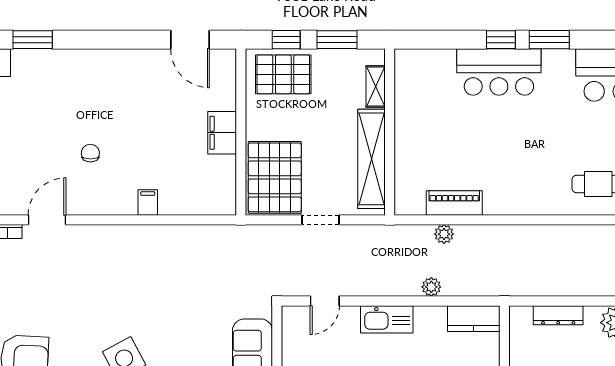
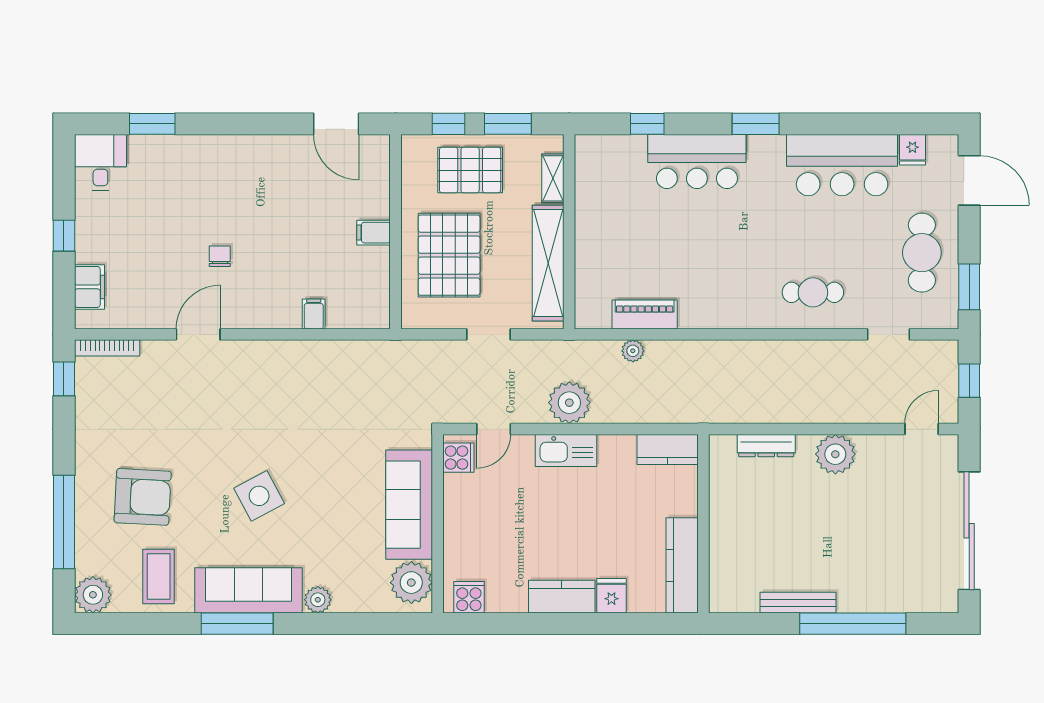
window: (501, 40) -> (647, 124), moved
pallet: (283, 74) -> (470, 170), moved
filing cabinet: (222, 133) -> (374, 233), width x0.50
pallet: (275, 177) -> (449, 255), moved
filing cabinet: (148, 203) -> (314, 314), moved
door: (47, 220) -> (198, 334), moved
plant: (431, 287) -> (569, 403), moved, width x1.87, depth x1.87
cooker: (295, 325) -> (458, 458), added

